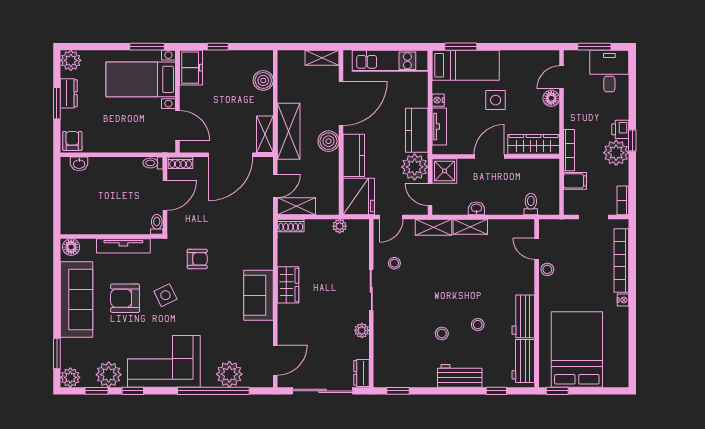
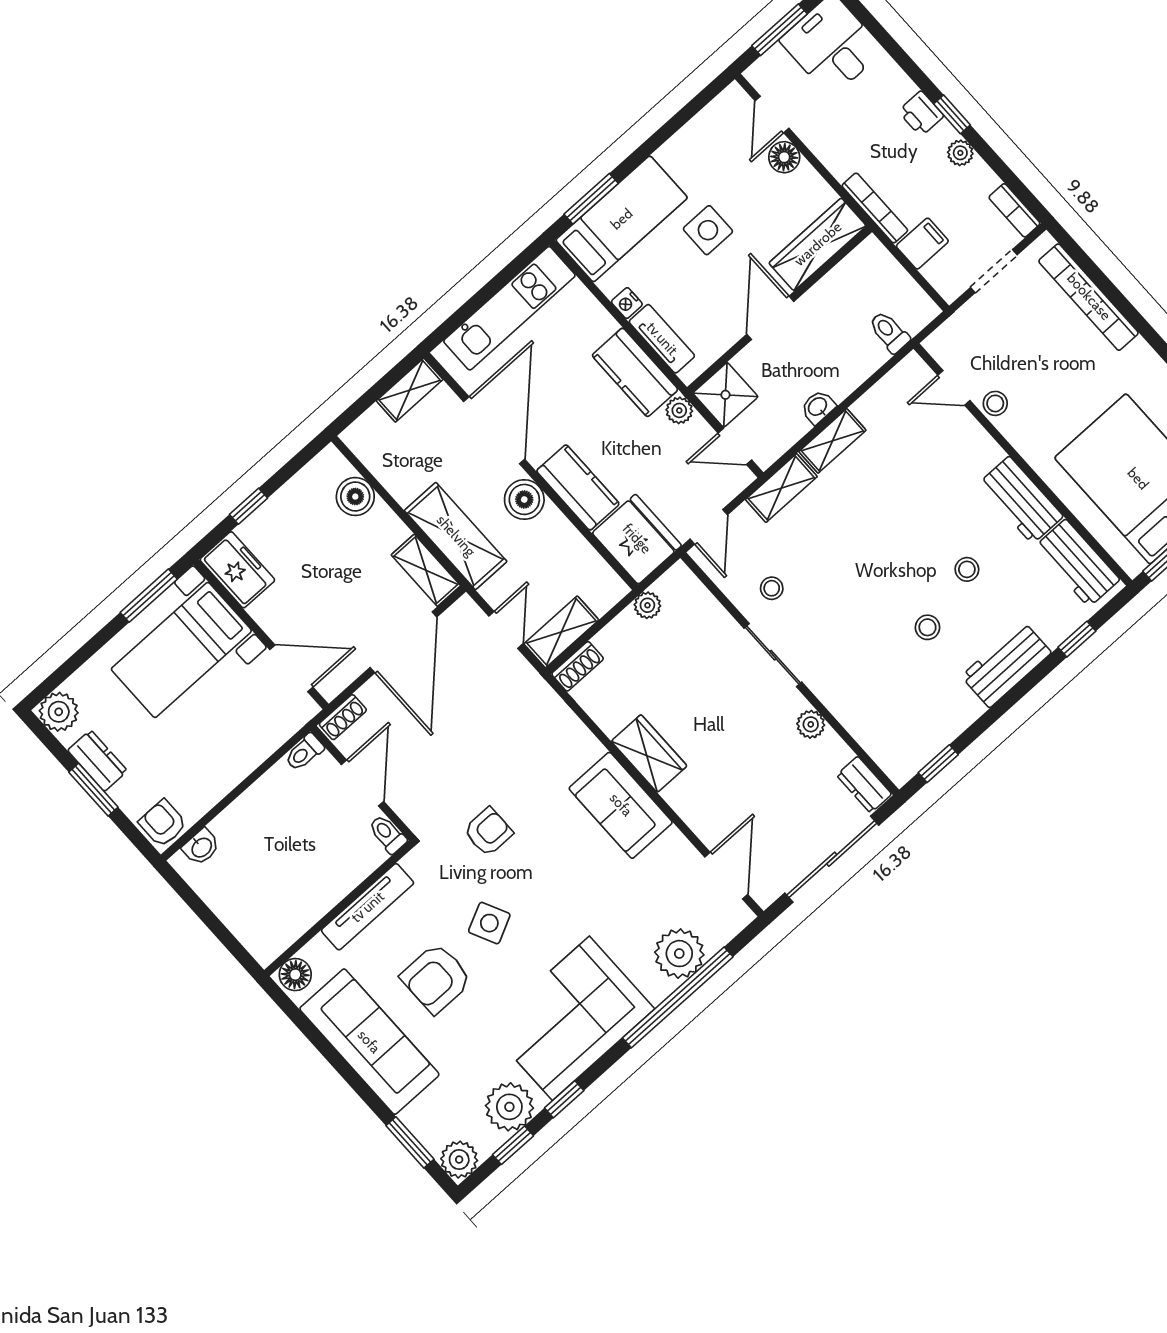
plant: (616, 153) -> (960, 153), width x0.53, depth x0.53
plant: (415, 167) -> (679, 410), width x0.53, depth x0.53
nightstand: (623, 300) -> (1141, 351), removed

